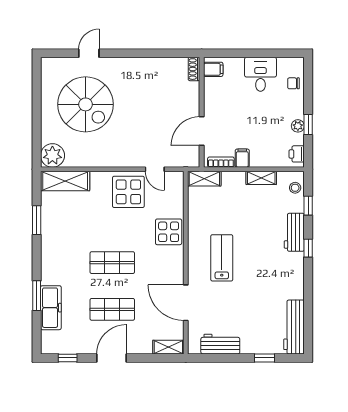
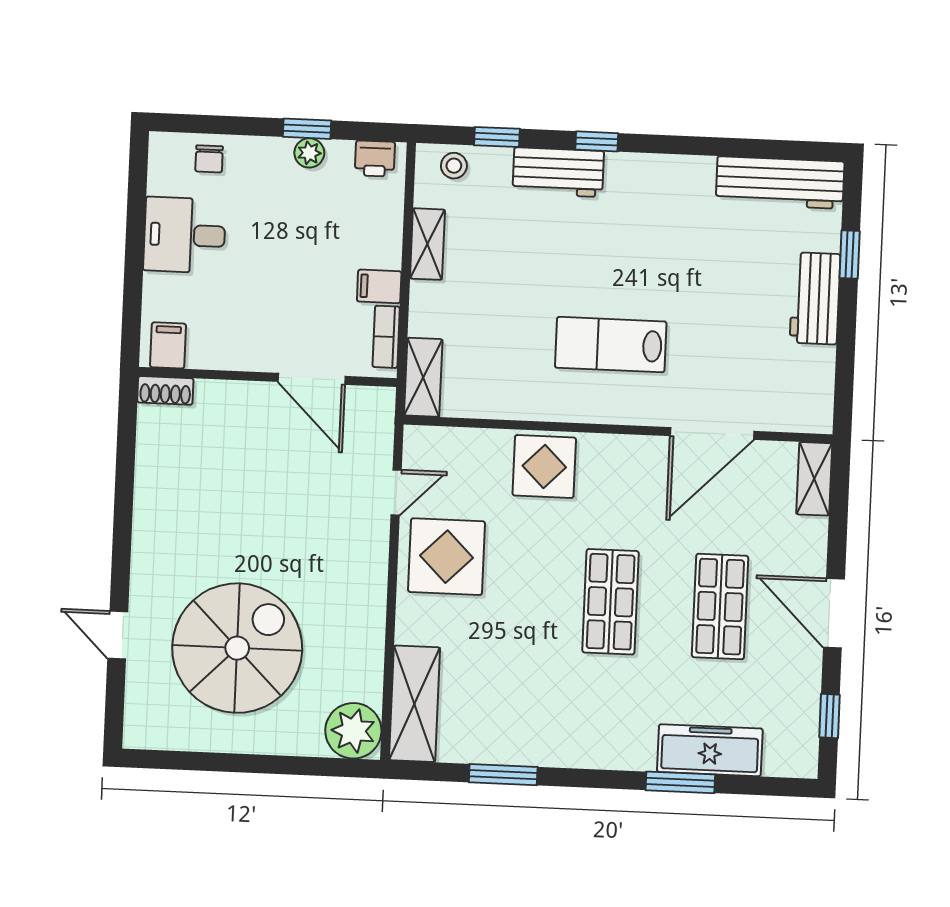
workbench: (220, 344) -> (815, 298), moved

